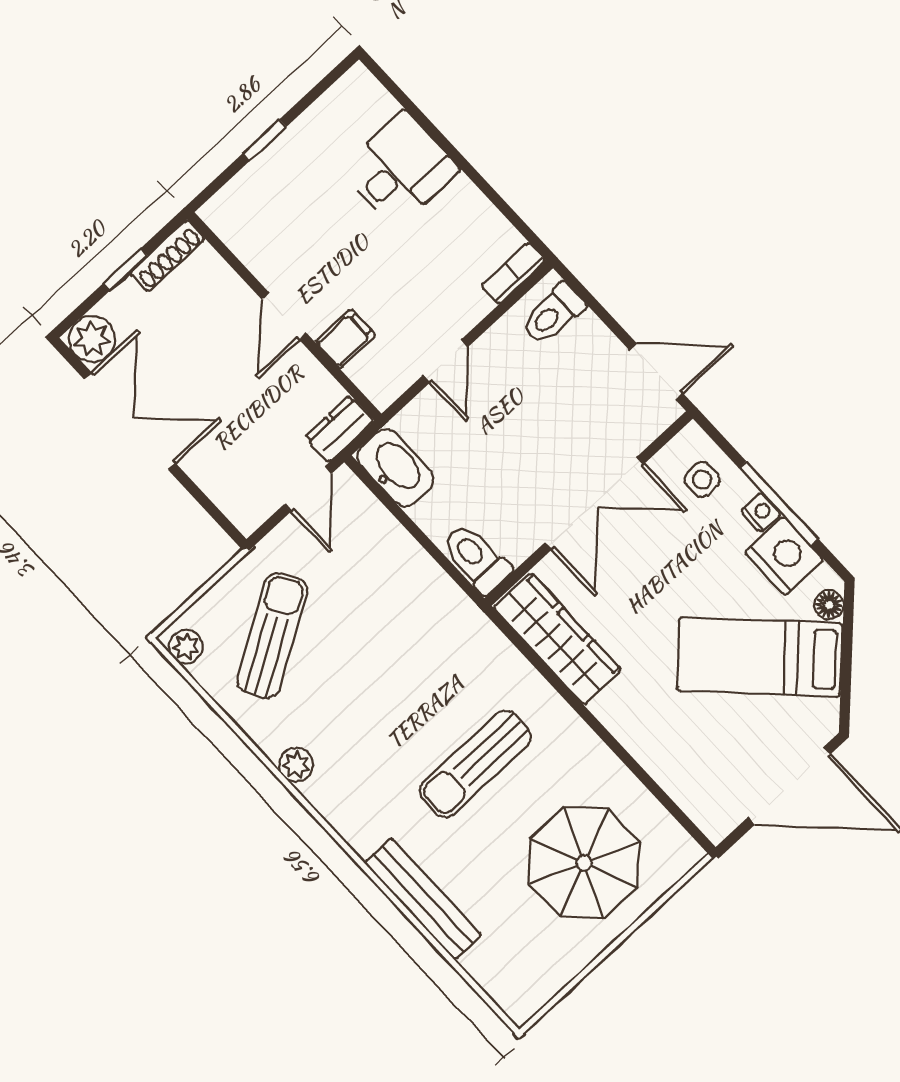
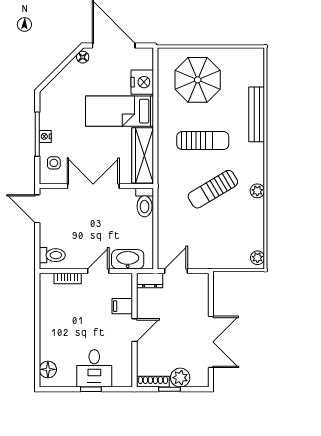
floor lamp: (373, 104) -> (48, 369), added
desk: (400, 169) -> (94, 368), moved, turned -90
bookcase: (513, 273) -> (68, 279), moved
plant: (92, 339) -> (180, 378), moved
double door: (130, 421) -> (211, 342), swing flipped
washbasin: (396, 468) -> (128, 259), moved, turned 90
nightstand: (784, 556) -> (142, 82), moved, turned 180
floor lamp: (829, 605) -> (83, 57), moved
sun lounger: (272, 636) -> (213, 189), moved
bed: (760, 657) -> (119, 111), moved, turned 135

